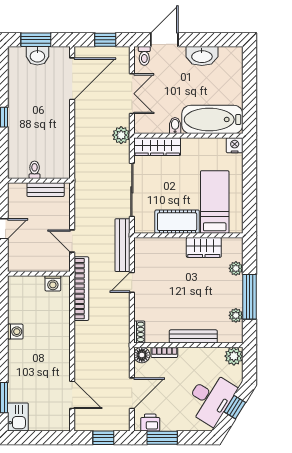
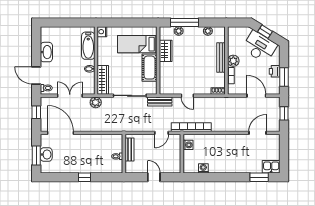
bathtub: (212, 119) -> (88, 46), width x0.73, depth x0.73
bench: (122, 245) -> (160, 102), width x0.73
window: (250, 297) -> (185, 22), moved
washing machine: (15, 332) -> (203, 168), moved
floor lamp: (142, 355) -> (233, 90), removed
plant: (234, 356) -> (233, 61), moved
printer: (150, 423) -> (275, 71), moved

